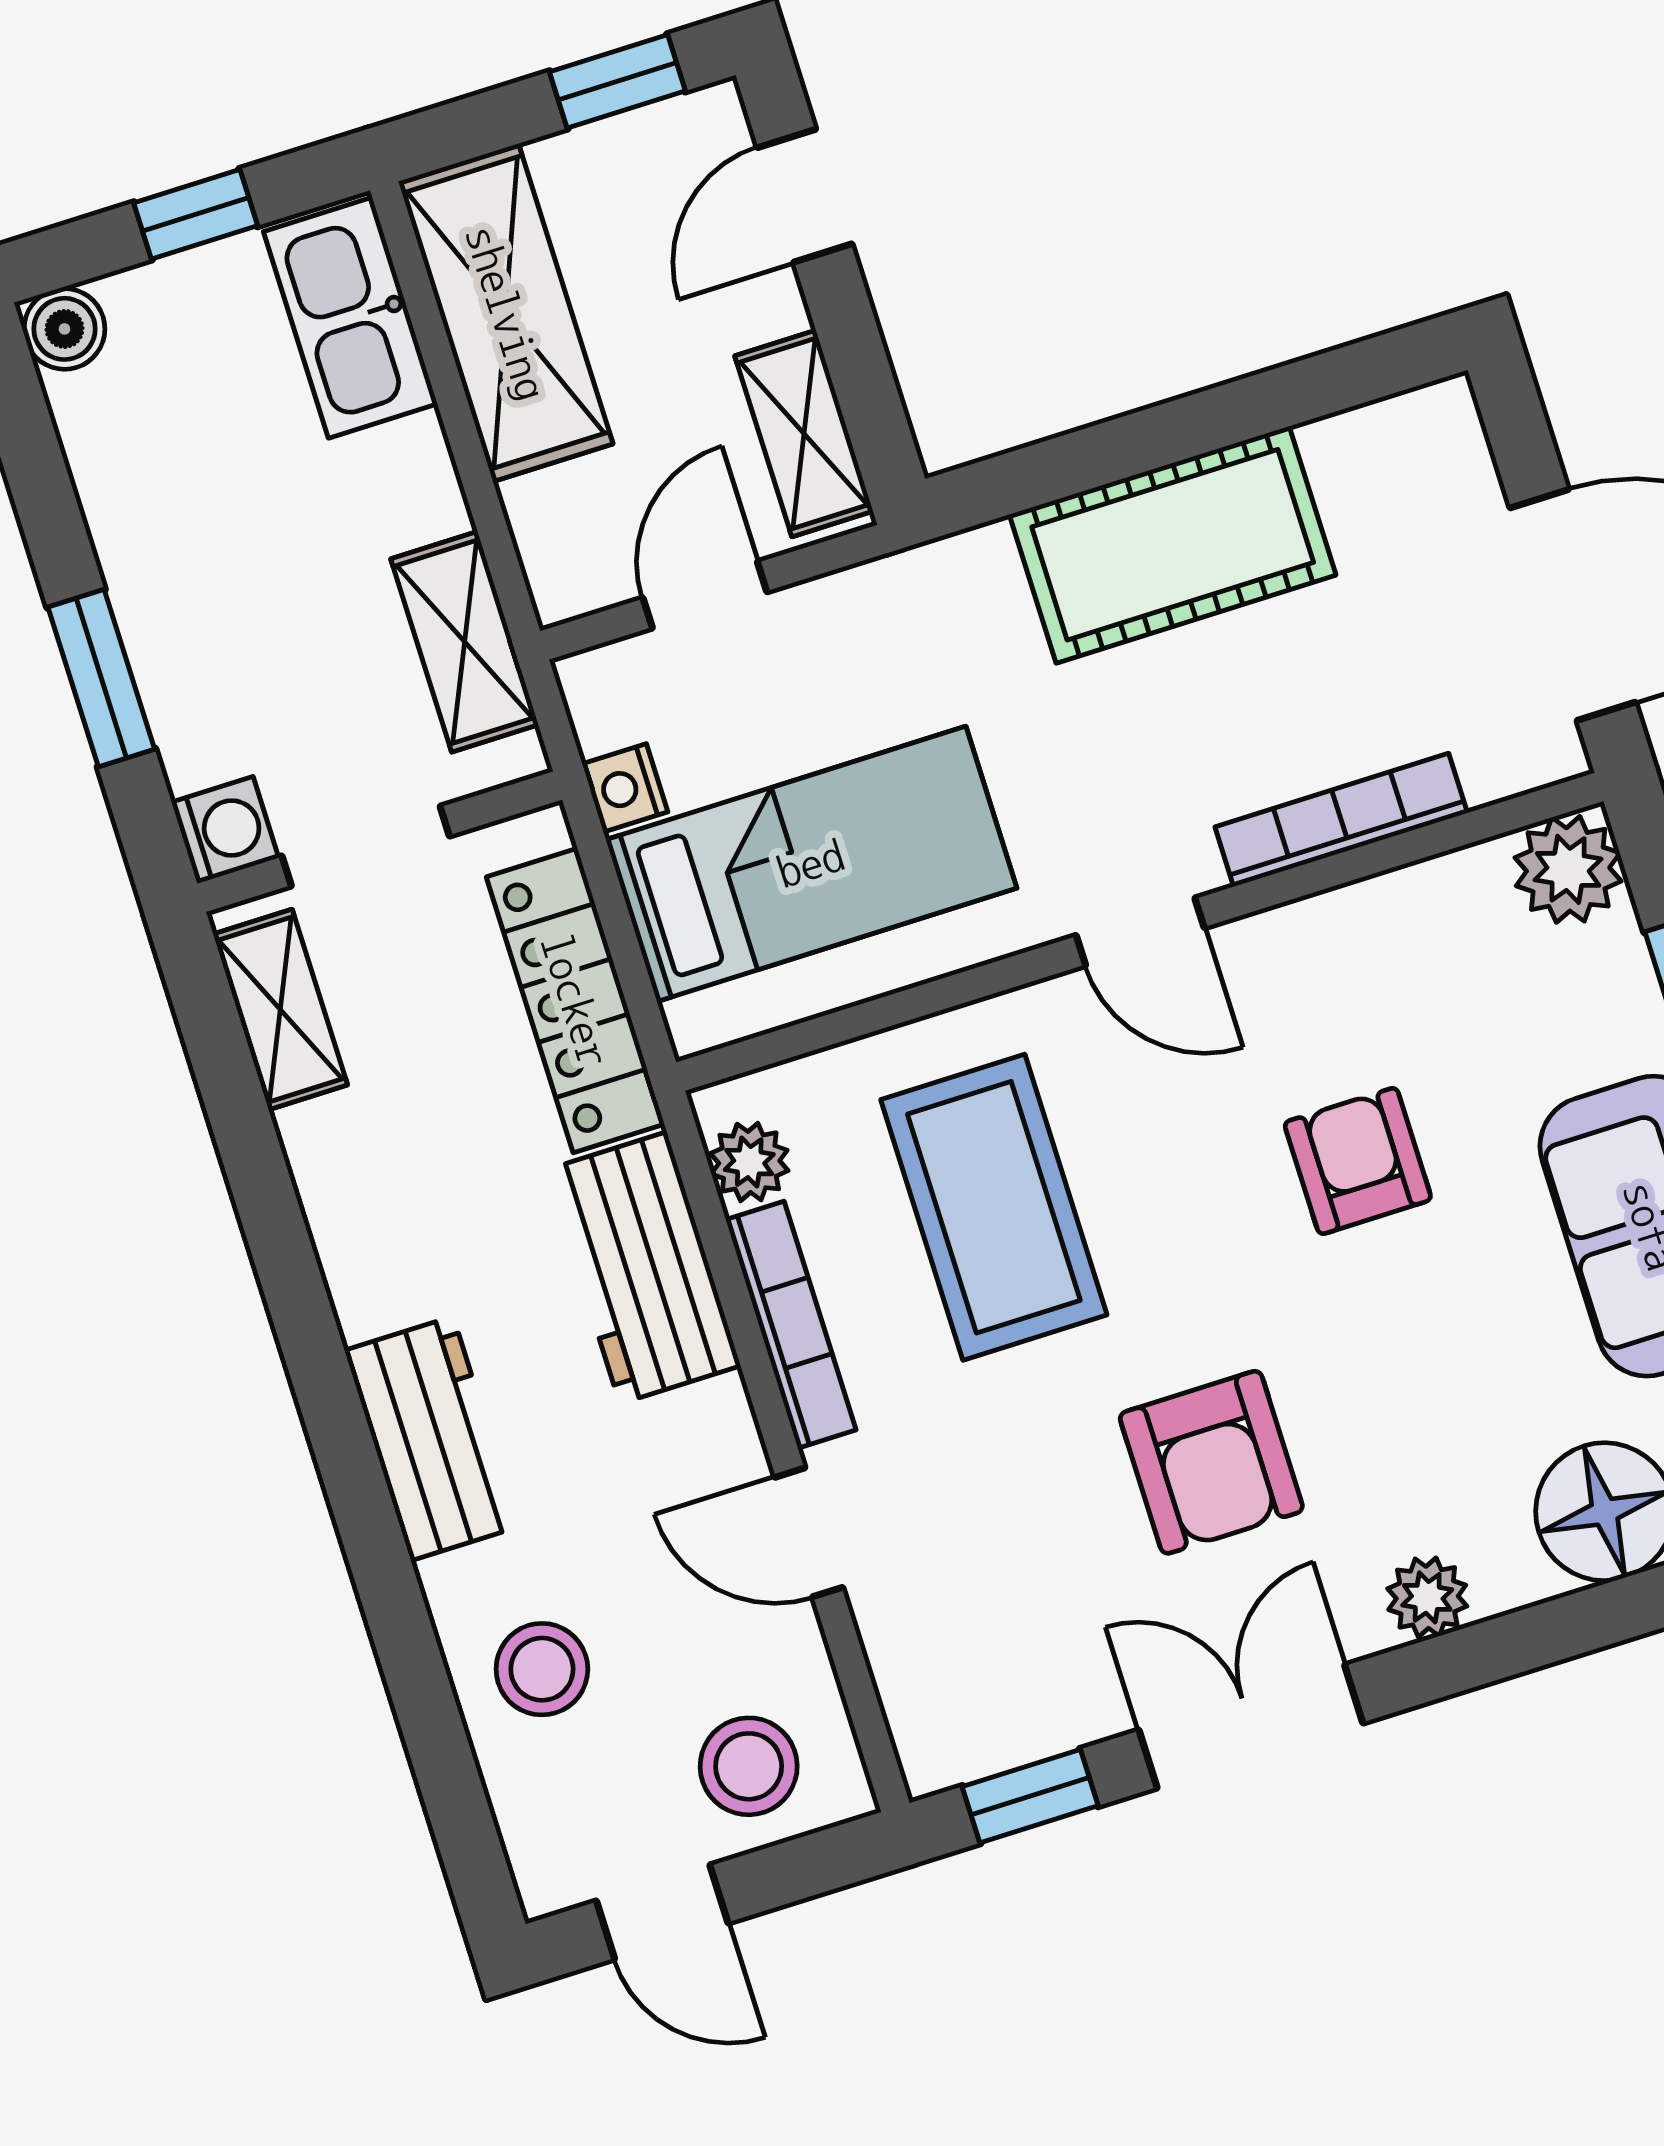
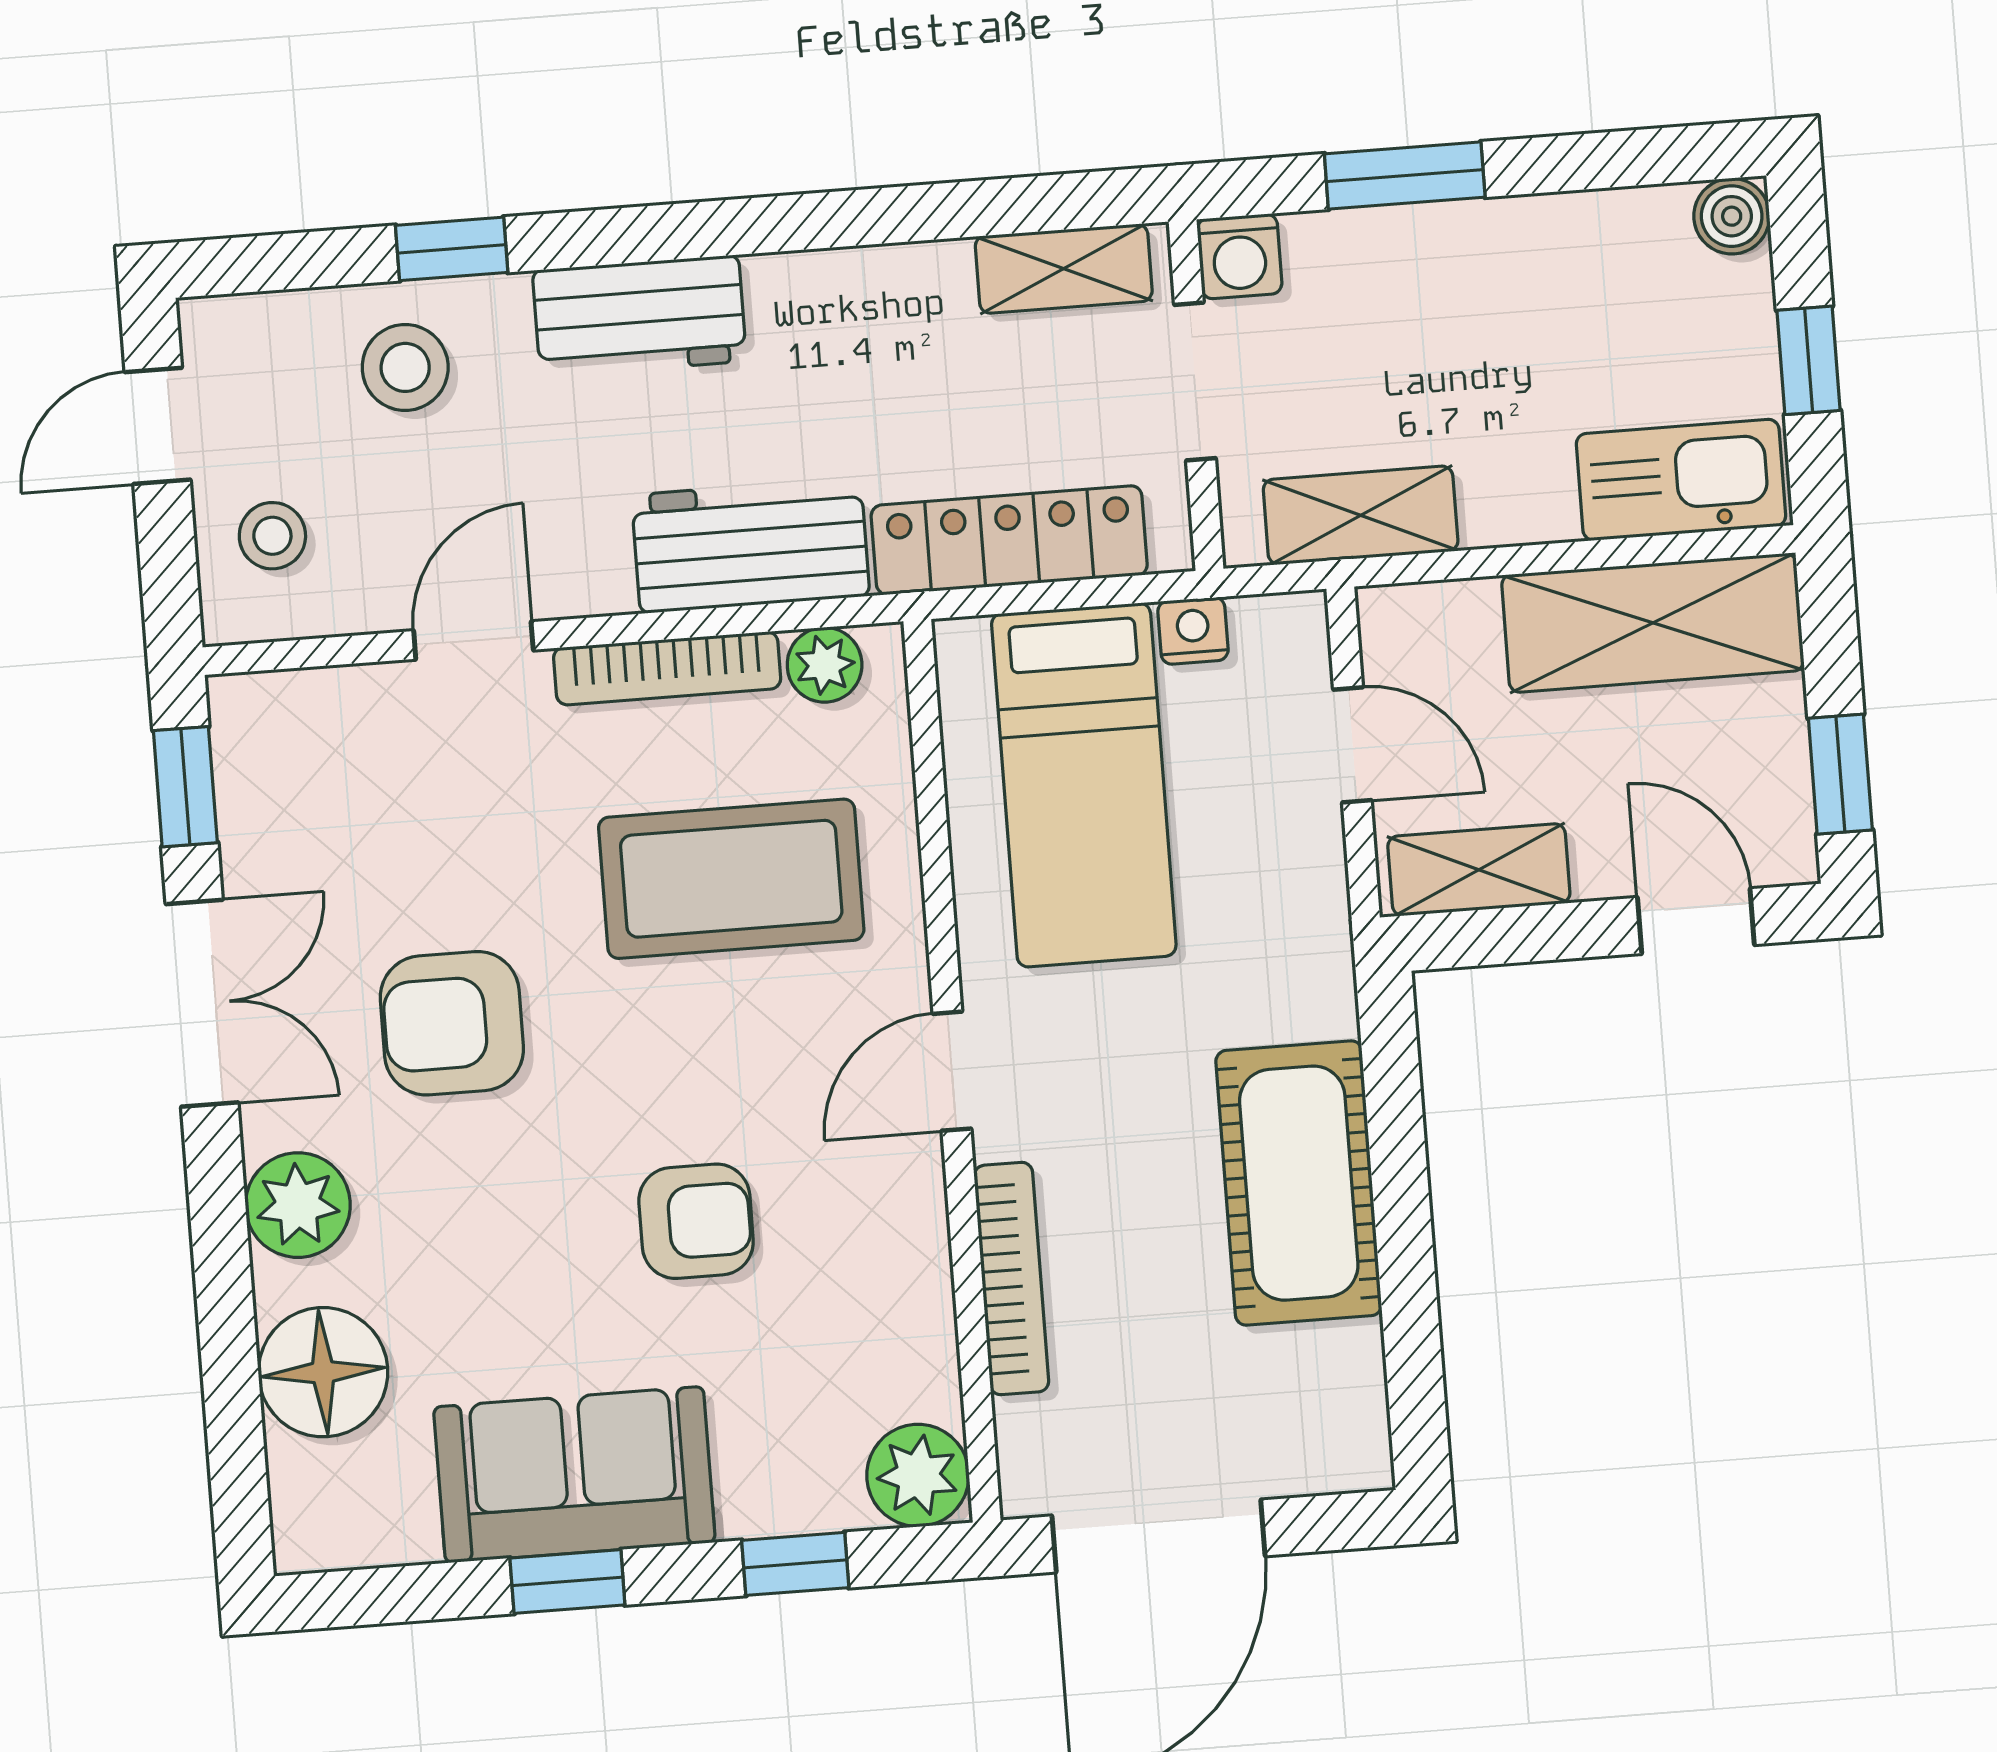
plant: (1427, 1597) -> (298, 1205), width x1.38, depth x1.38
window: (408, 1650) -> (452, 249), added
stool: (749, 1766) -> (272, 536), width x0.73, depth x0.73

